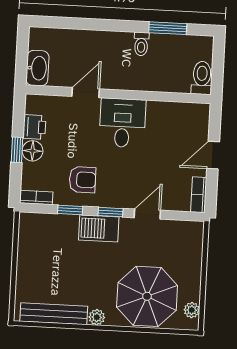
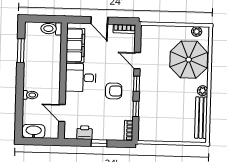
toilet: (141, 44) -> (30, 95), moved
washbasin: (37, 68) -> (34, 131), moved
door: (86, 93) -> (62, 113), moved
filing cabinet: (174, 116) -> (75, 45), added
floor lamp: (33, 151) -> (99, 133), removed
armchair: (83, 180) -> (114, 91), moved, turned 90
barbecue: (99, 228) -> (147, 91), removed

